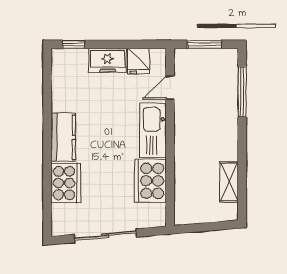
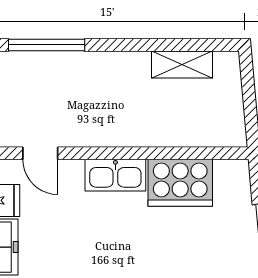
kitchen sink: (153, 130) -> (115, 175), width x0.73, depth x0.81

